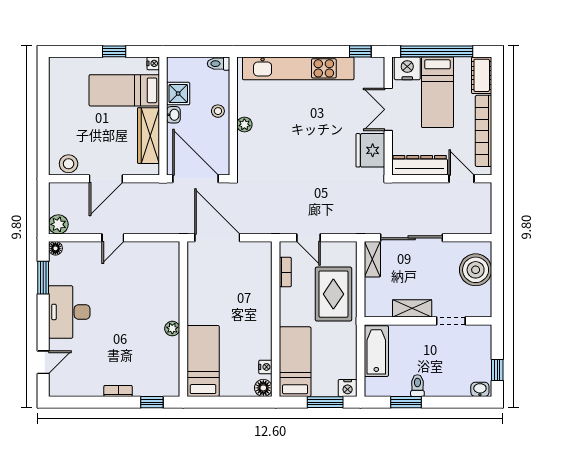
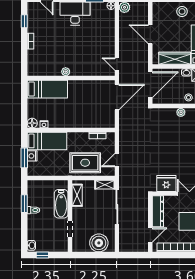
stool: (69, 164) -> (182, 11), moved
door: (113, 238) -> (117, 64), moved
door: (308, 238) -> (117, 160), moved
shelving: (412, 308) -> (77, 195), moved
bathtub: (376, 351) -> (61, 204), moved, turned 90
nightstand: (348, 388) -> (32, 156), moved
window: (152, 402) -> (24, 21), moved

